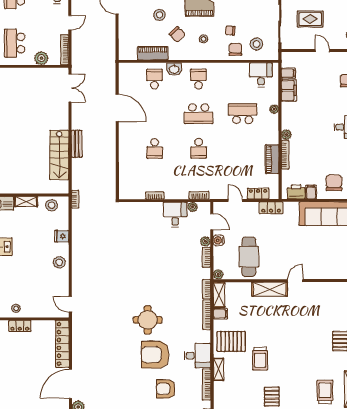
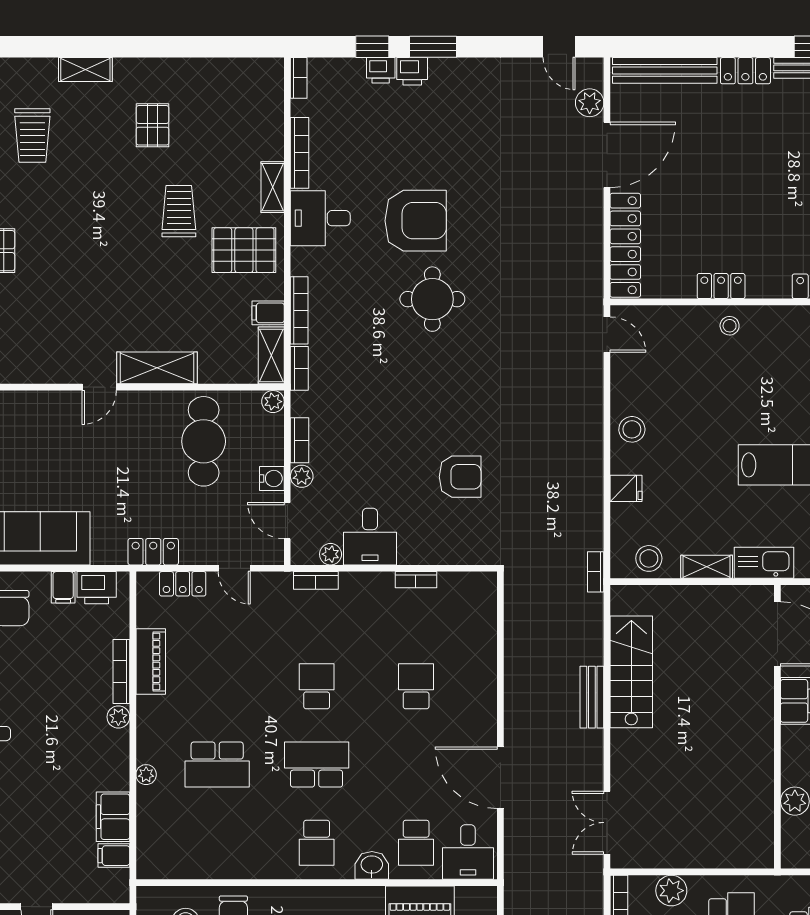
desk: (261, 75) -> (468, 852), moved
armchair: (166, 389) -> (460, 477), moved

